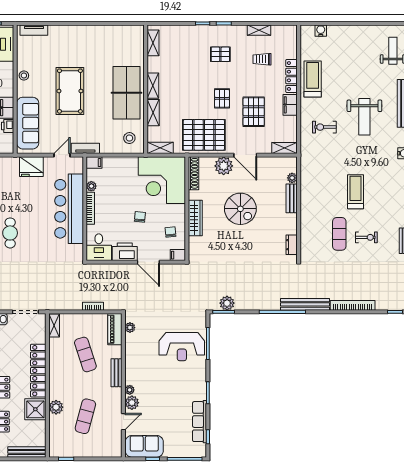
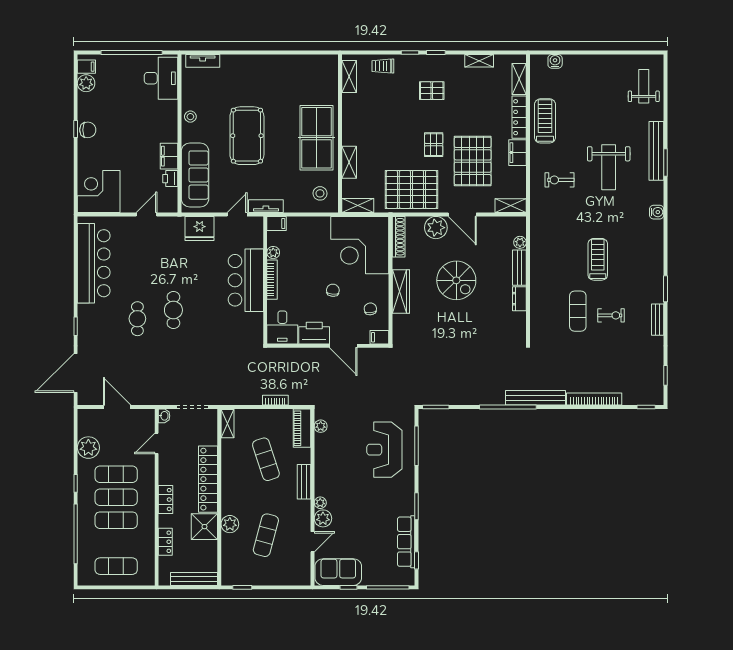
trolley: (262, 59) -> (383, 66), moved
shelving: (153, 86) -> (519, 79), moved
pallet: (254, 112) -> (473, 161), width x1.37, depth x1.41
bar counter: (69, 209) -> (246, 280), width x0.73
dresser: (292, 245) -> (519, 299), moved
plant: (227, 303) -> (440, 396), removed
reception desk: (182, 347) -> (384, 450), turned 90

